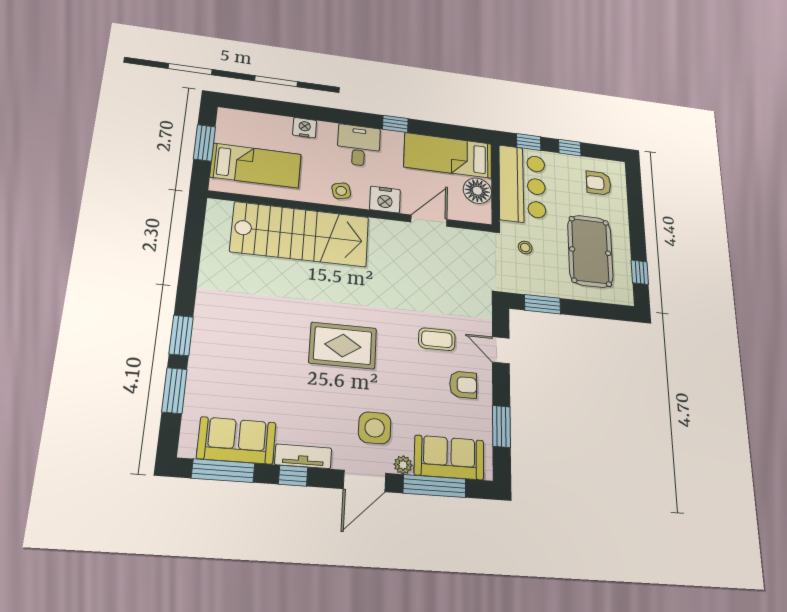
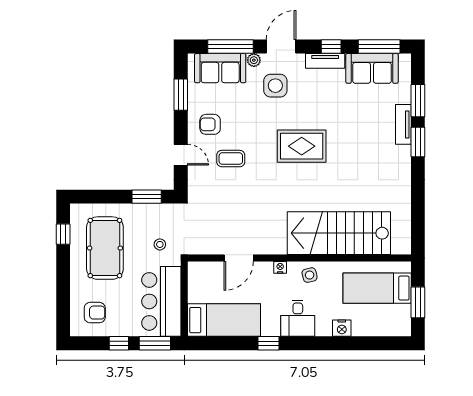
window: (529, 142) -> (155, 343), width x1.50
floor lamp: (477, 191) -> (199, 291), removed
nightstand: (385, 200) -> (280, 267), width x0.53, depth x0.56
tv unit: (199, 361) -> (403, 124), added

